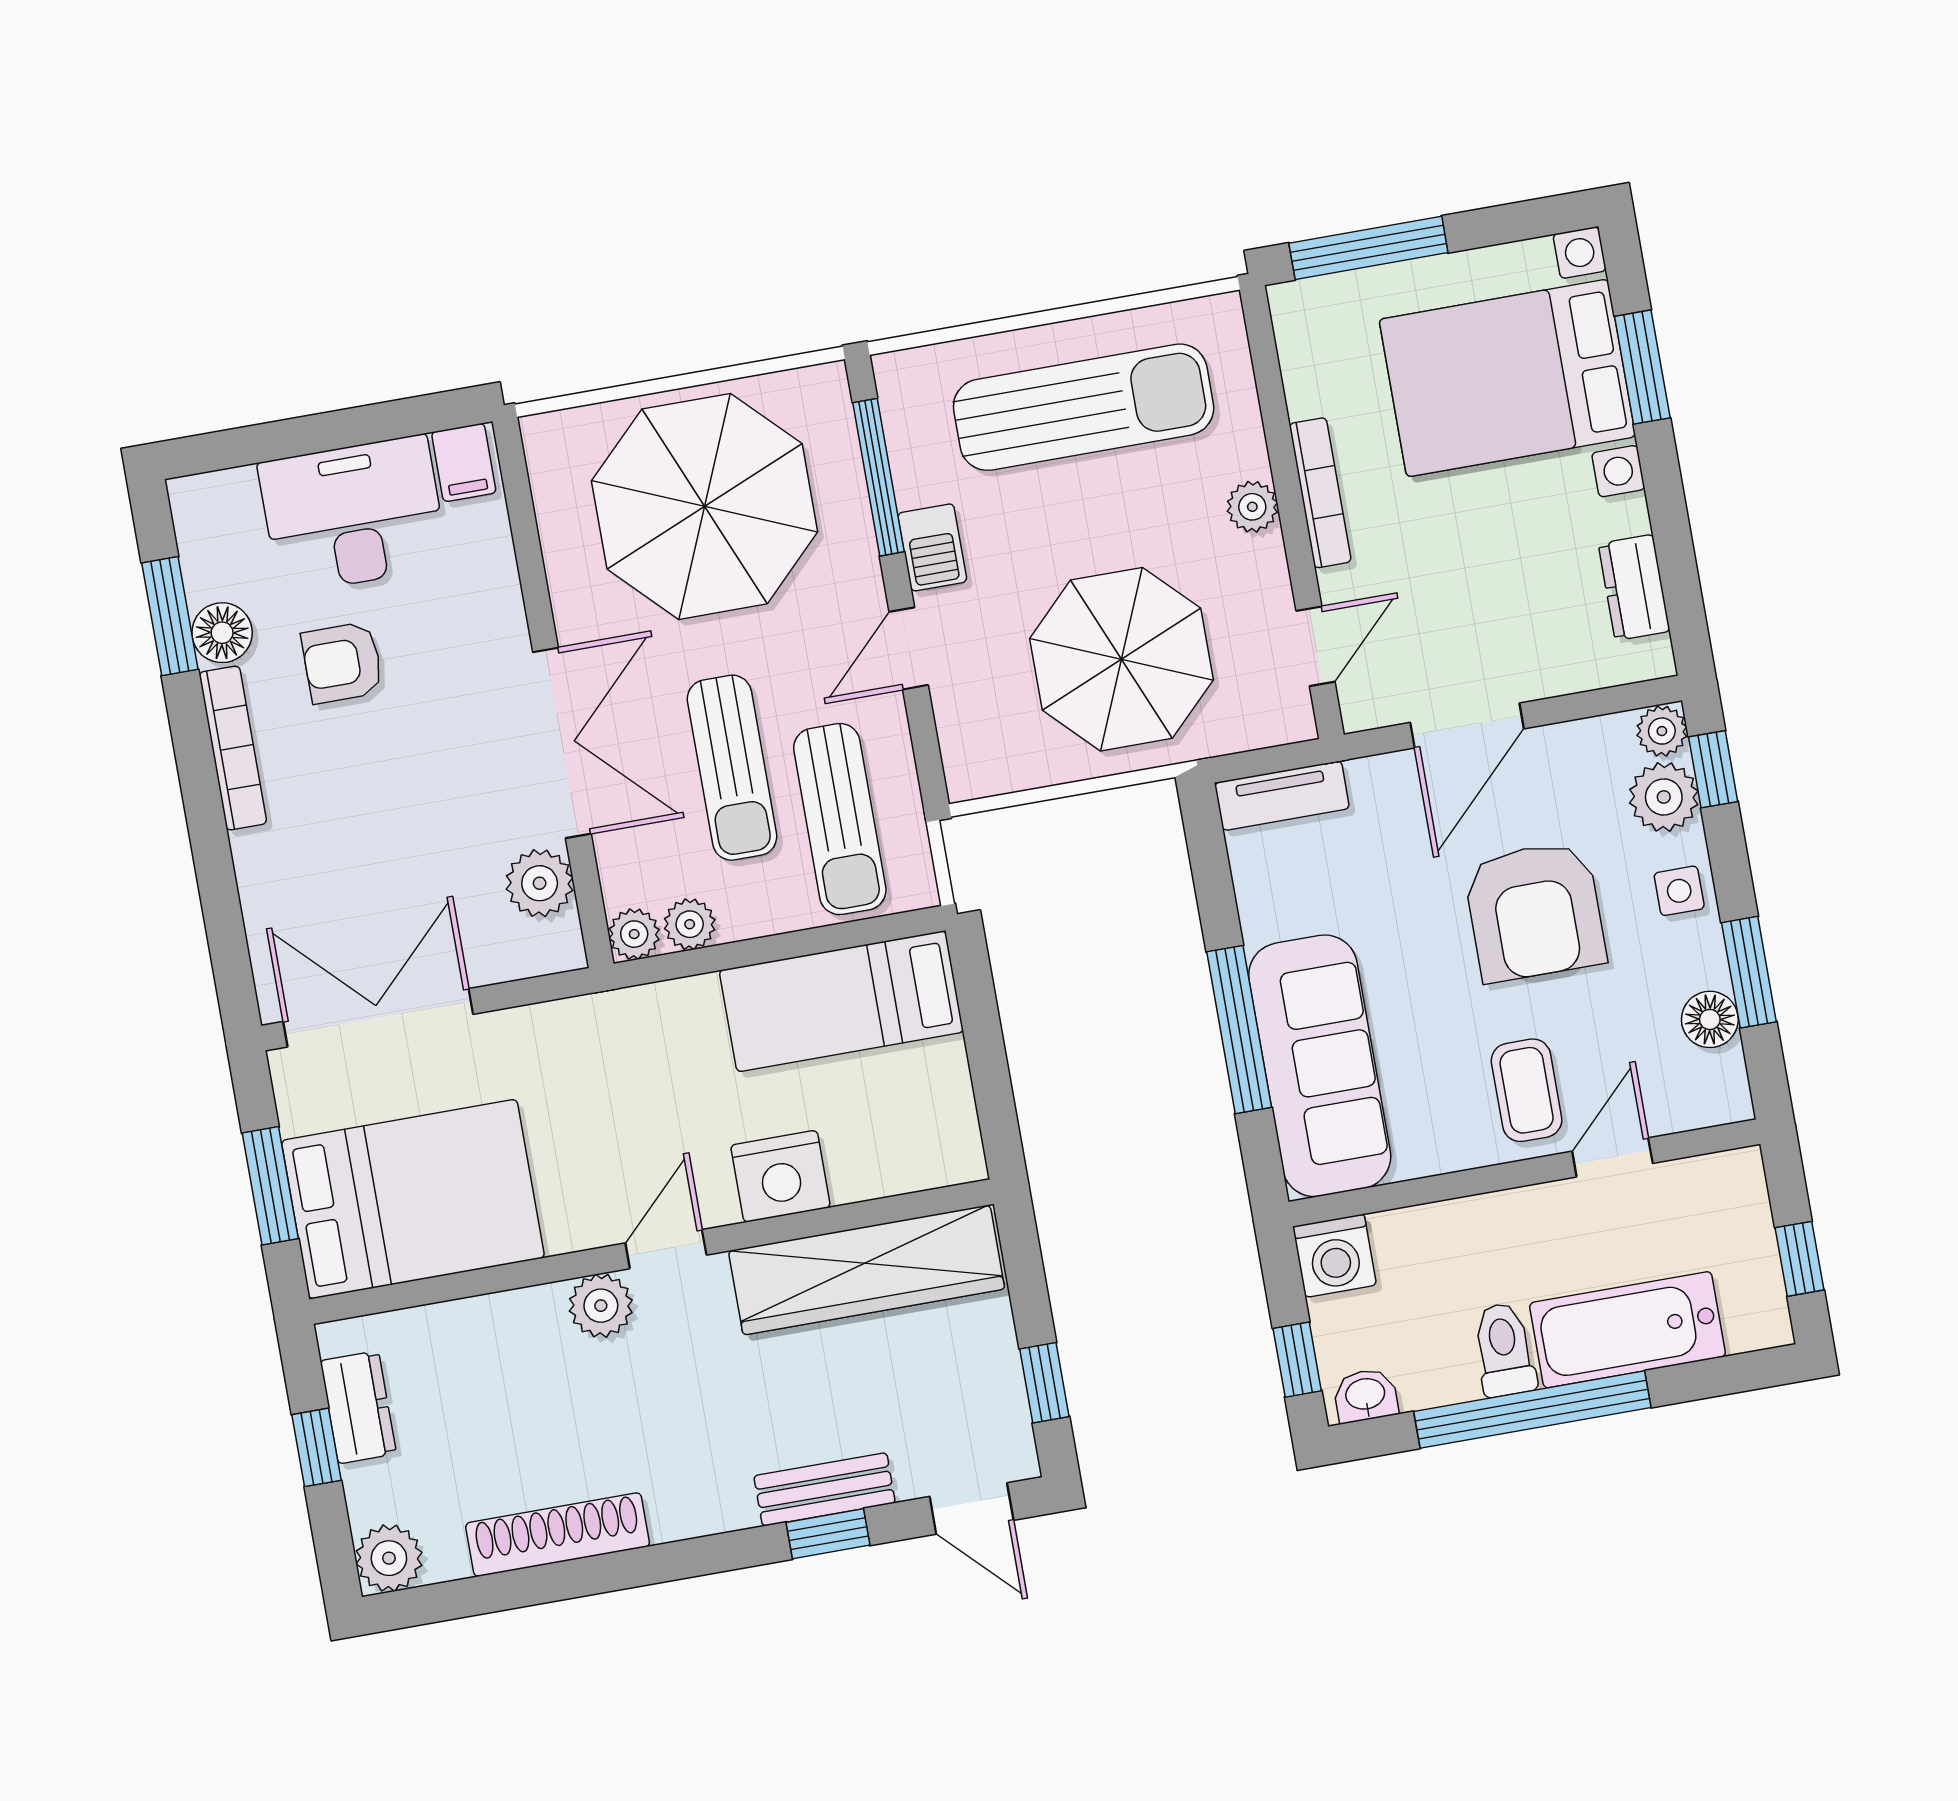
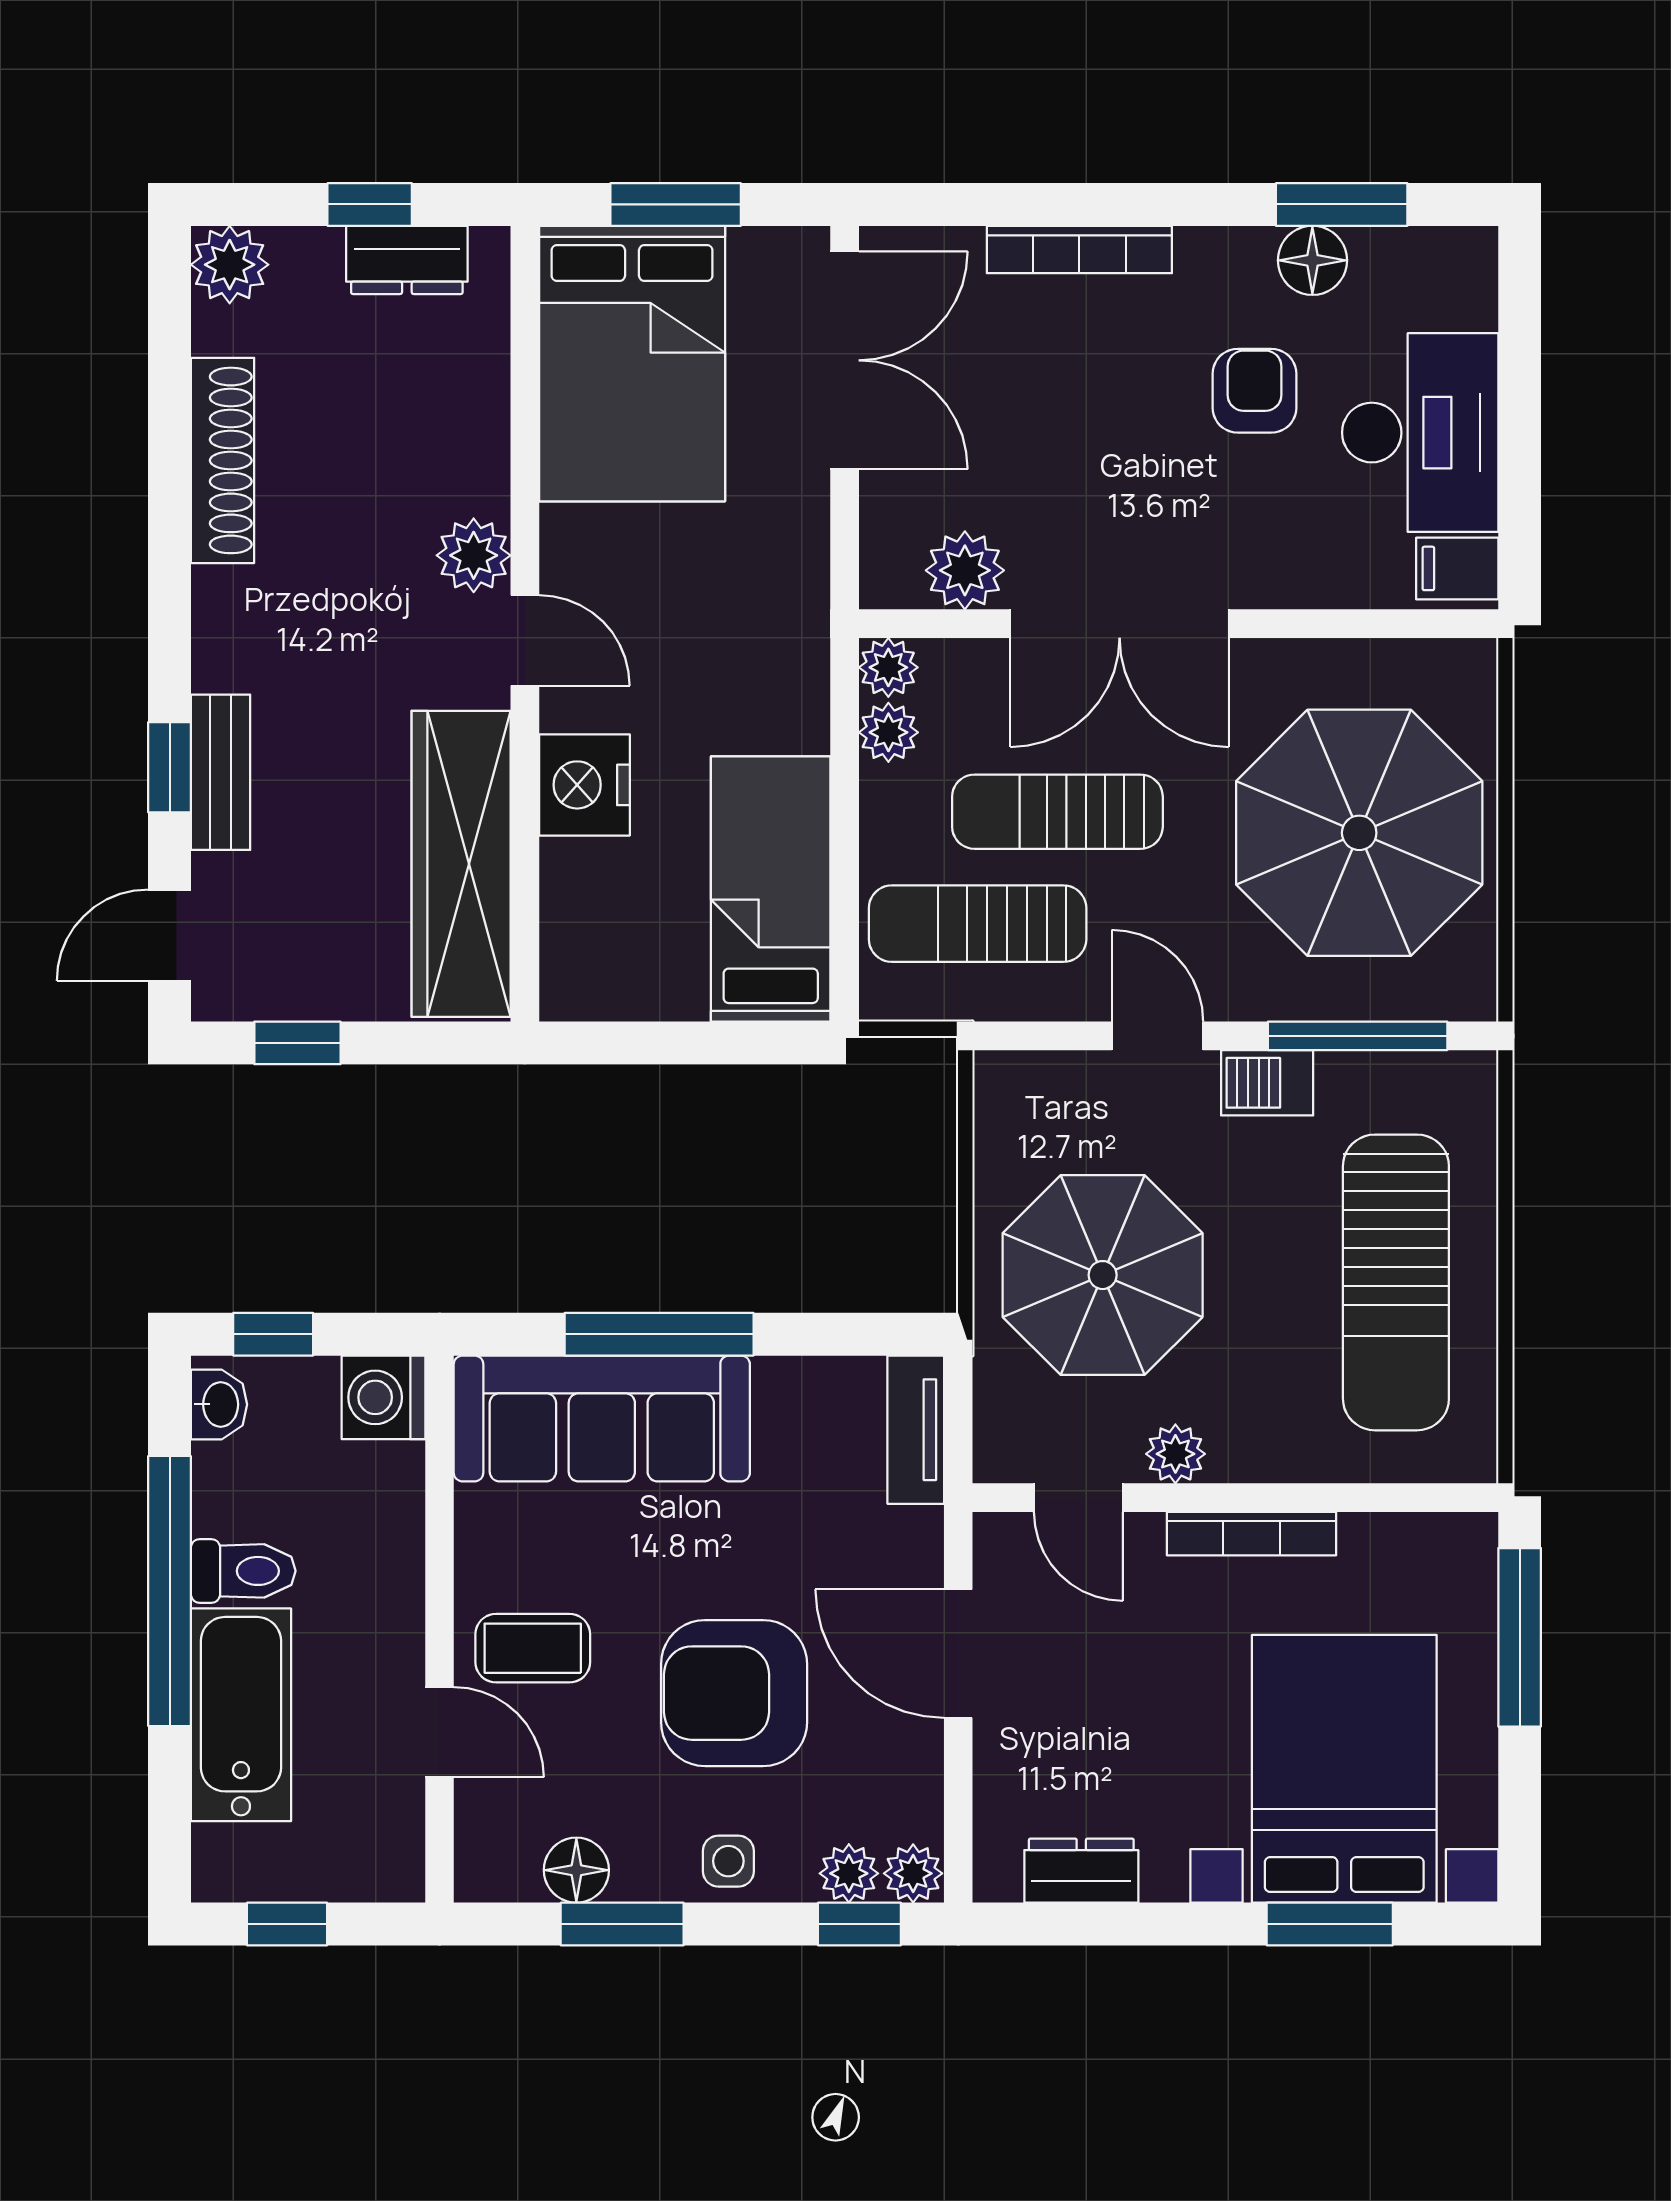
plant: (1252, 507) -> (1175, 1454), moved
bookcase: (233, 748) -> (1079, 249), moved
plant: (1664, 797) -> (849, 1873), width x0.73, depth x0.73

